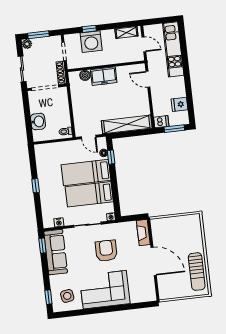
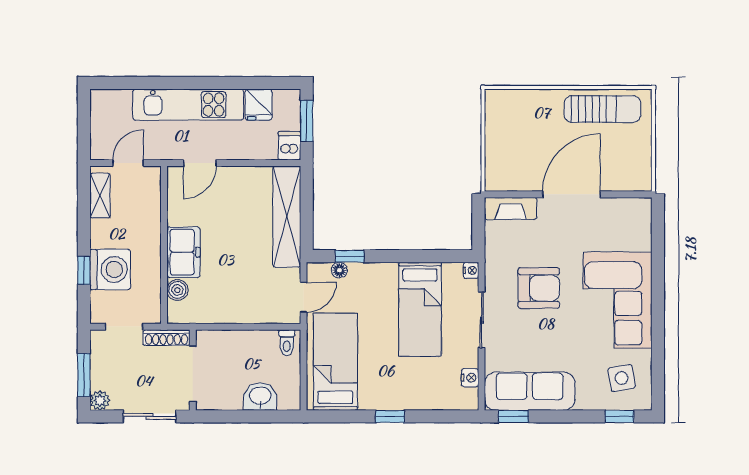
kitchen unit: (173, 49) -> (188, 105), moved
bed: (86, 173) -> (335, 362), moved, turned 180
armchair: (106, 251) -> (539, 288), turned 180

